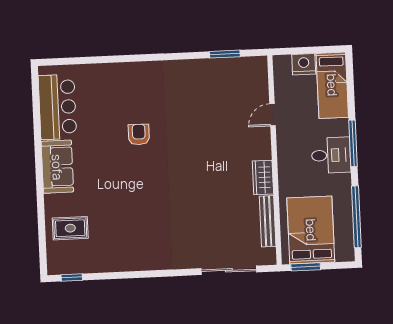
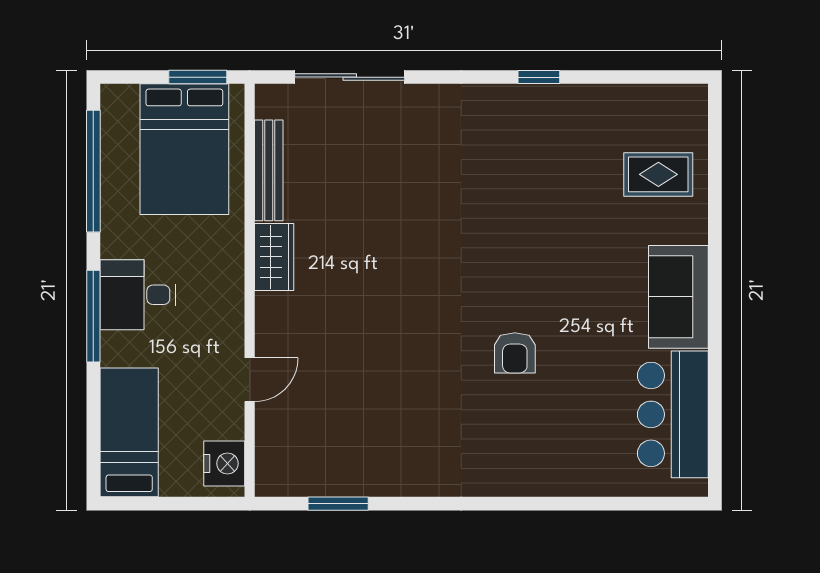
nightstand: (304, 64) -> (224, 463), moved, turned -90
window: (72, 277) -> (539, 77), moved

